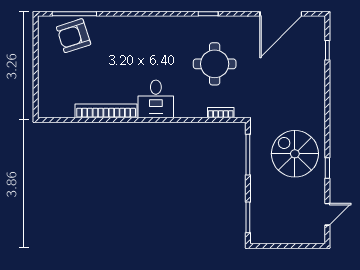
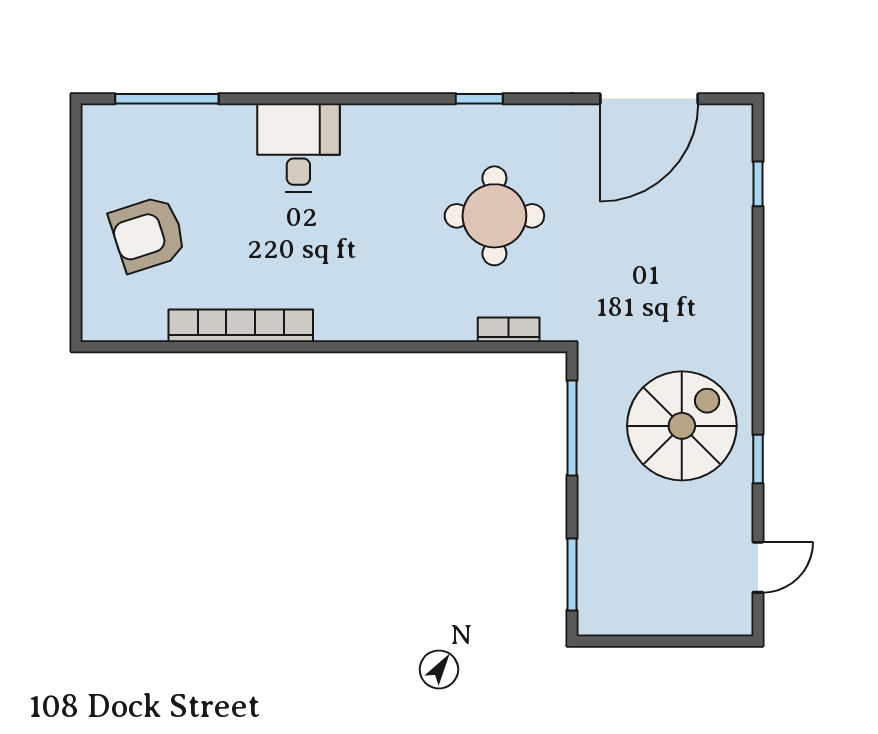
armchair: (74, 36) -> (148, 234), moved
desk: (156, 99) -> (298, 148), moved, turned 180
spiral stairs: (295, 154) -> (682, 426), turned 90

